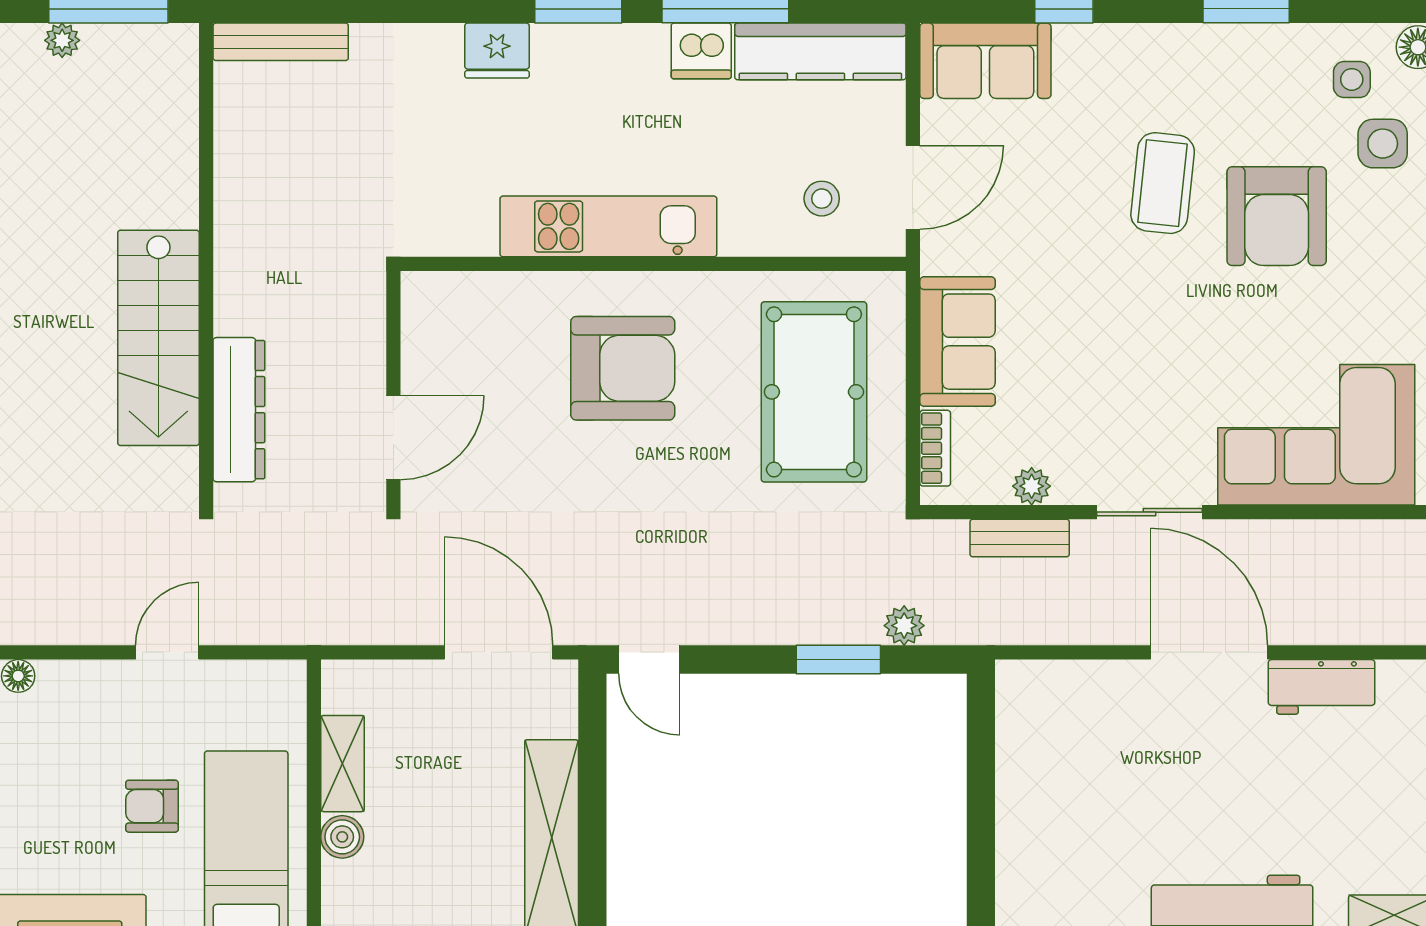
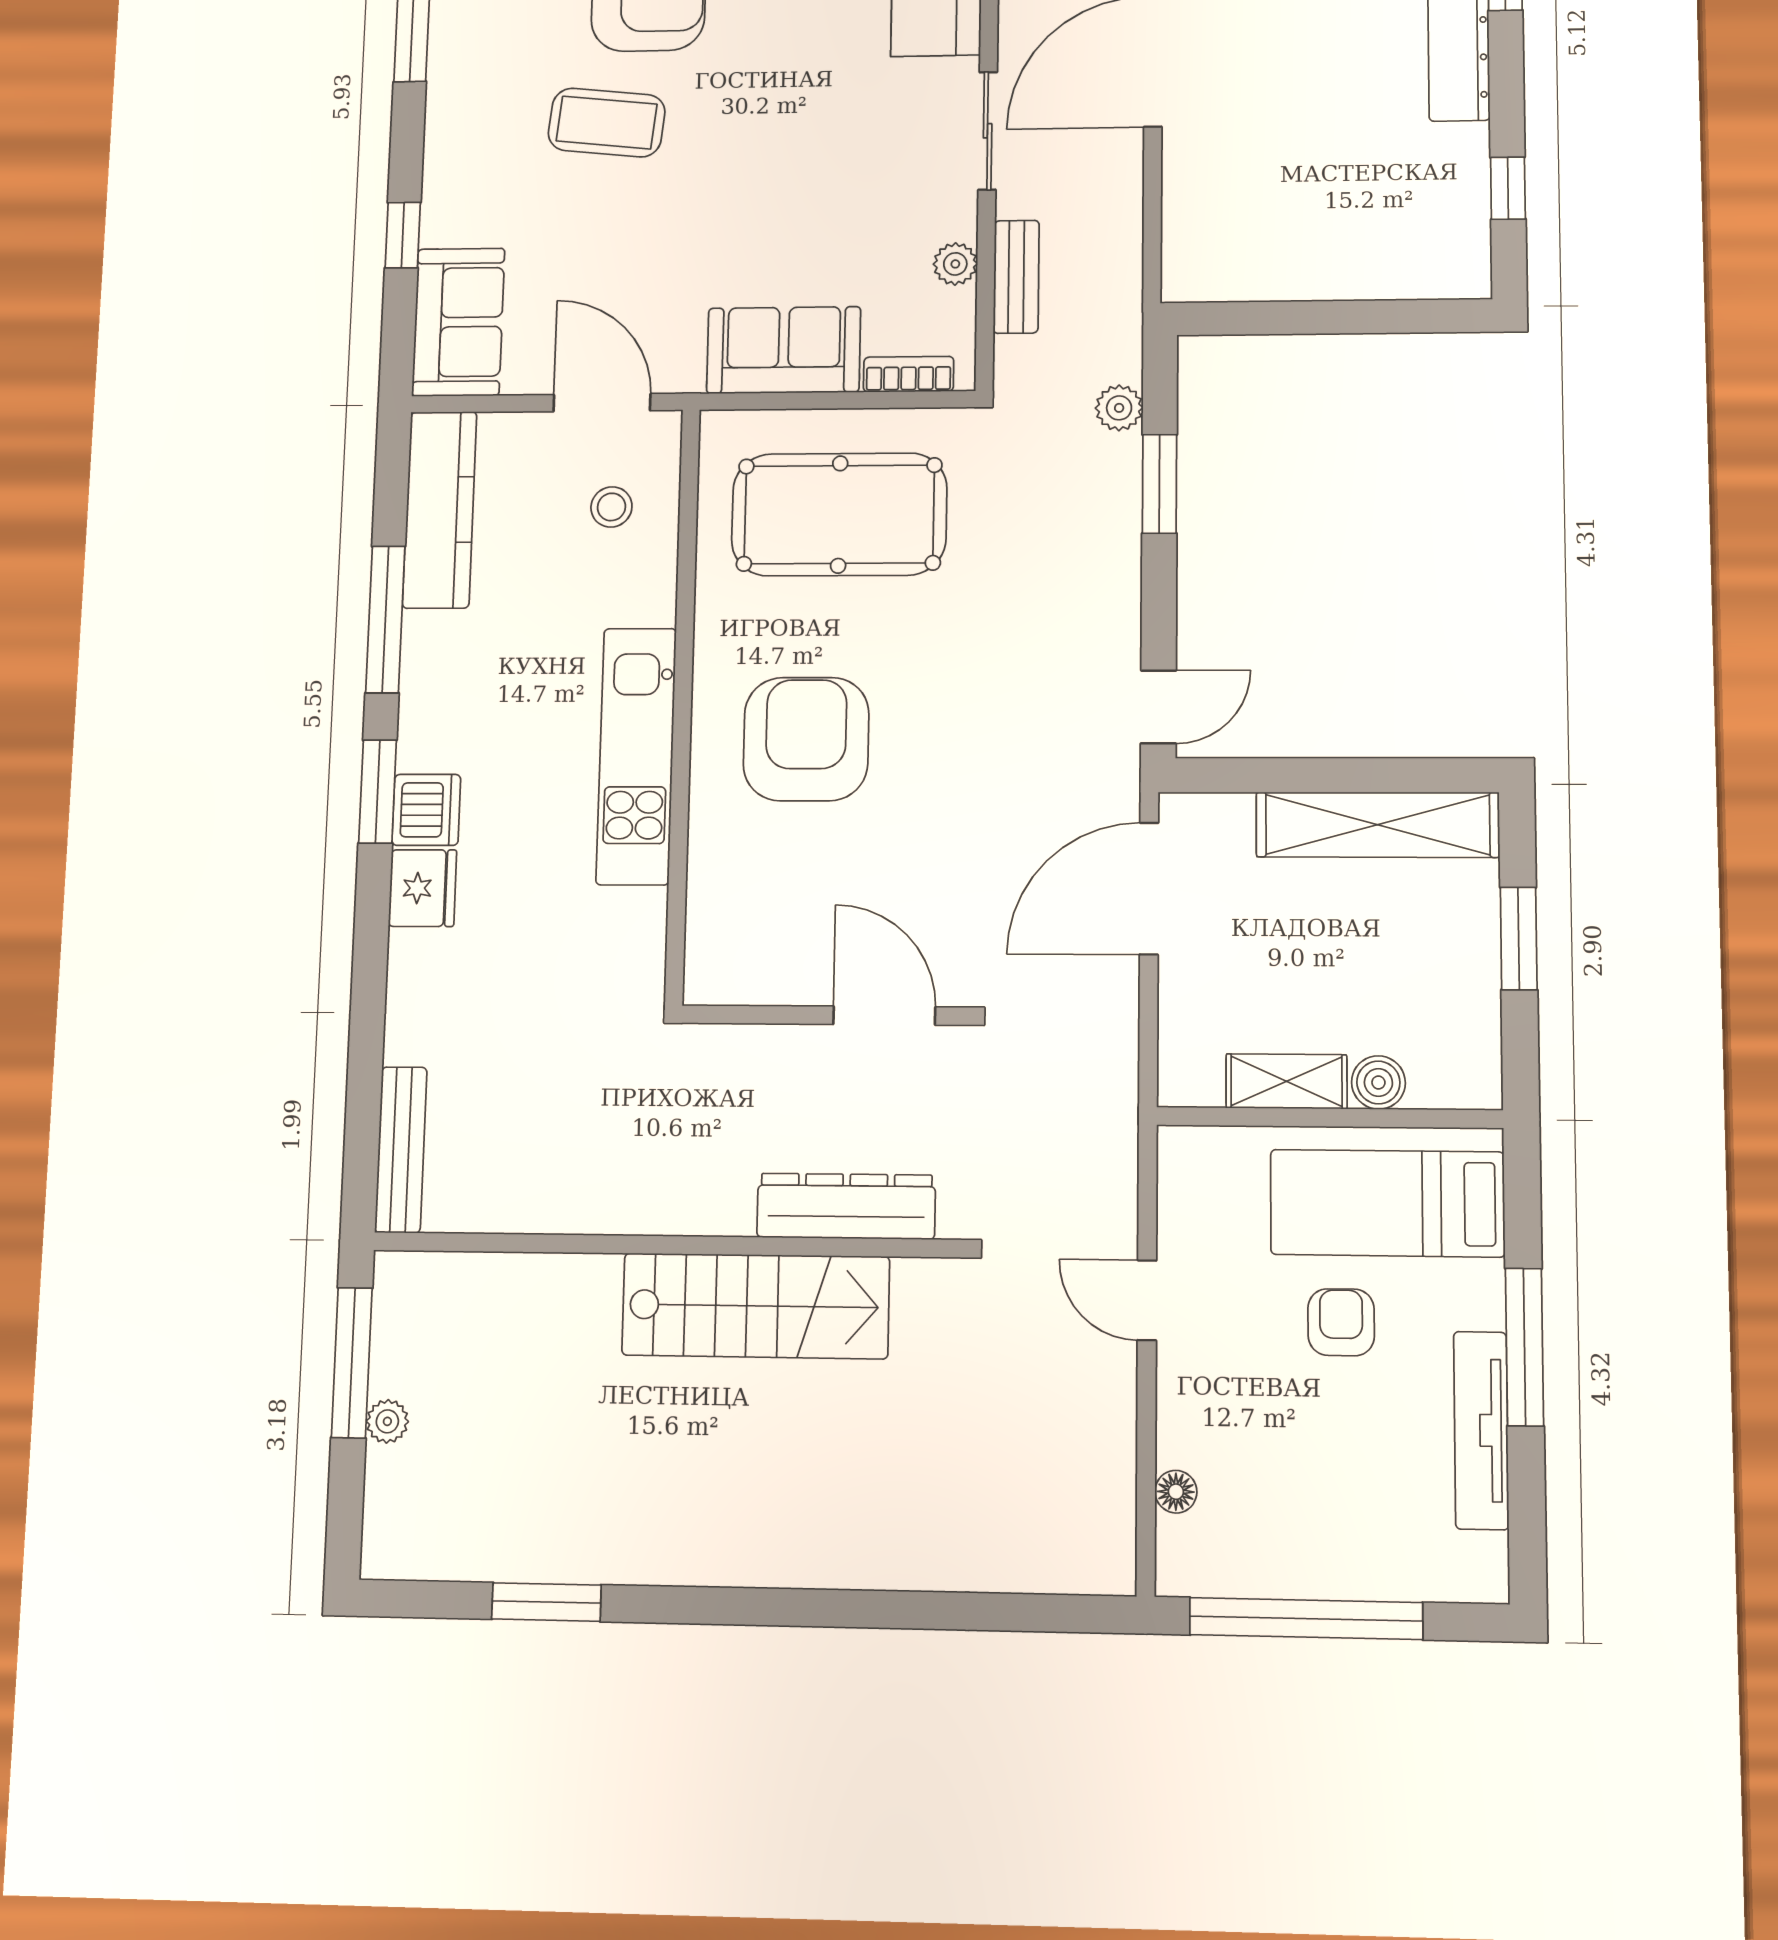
dishwasher: (701, 51) -> (426, 810), moved
armchair: (152, 806) -> (1341, 1322), turned 180

